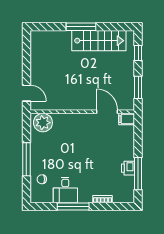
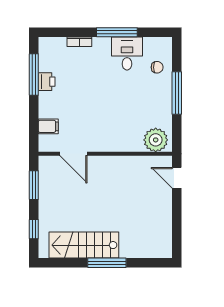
filing cabinet: (127, 119) -> (48, 126), moved

